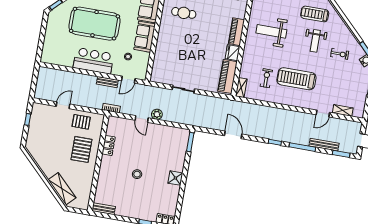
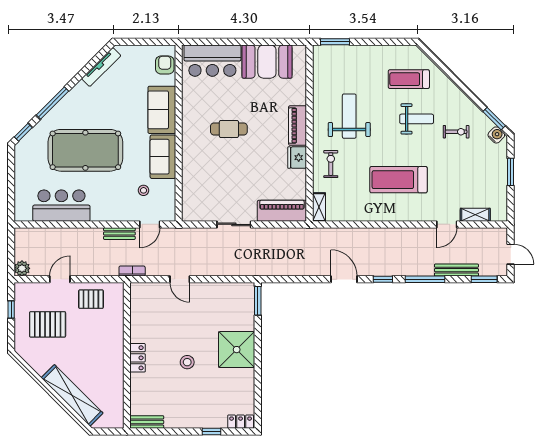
cafe table: (184, 13) -> (229, 129), moved
weight bench: (271, 31) -> (349, 116), turned 90
weight bench: (315, 41) -> (417, 119), turned -90
bar counter: (93, 61) -> (61, 206), moved
piano: (227, 76) -> (282, 211), moved, turned 90
exercise bike: (266, 78) -> (331, 164), moved
plant: (157, 114) -> (22, 268), moved
door: (233, 135) -> (344, 279), moved
locker: (108, 145) -> (138, 358), moved
pallet: (81, 149) -> (48, 324), moved, turned 90
shower: (175, 178) -> (237, 350), width x1.86, depth x1.86
shelving: (62, 189) -> (72, 395), width x1.47

